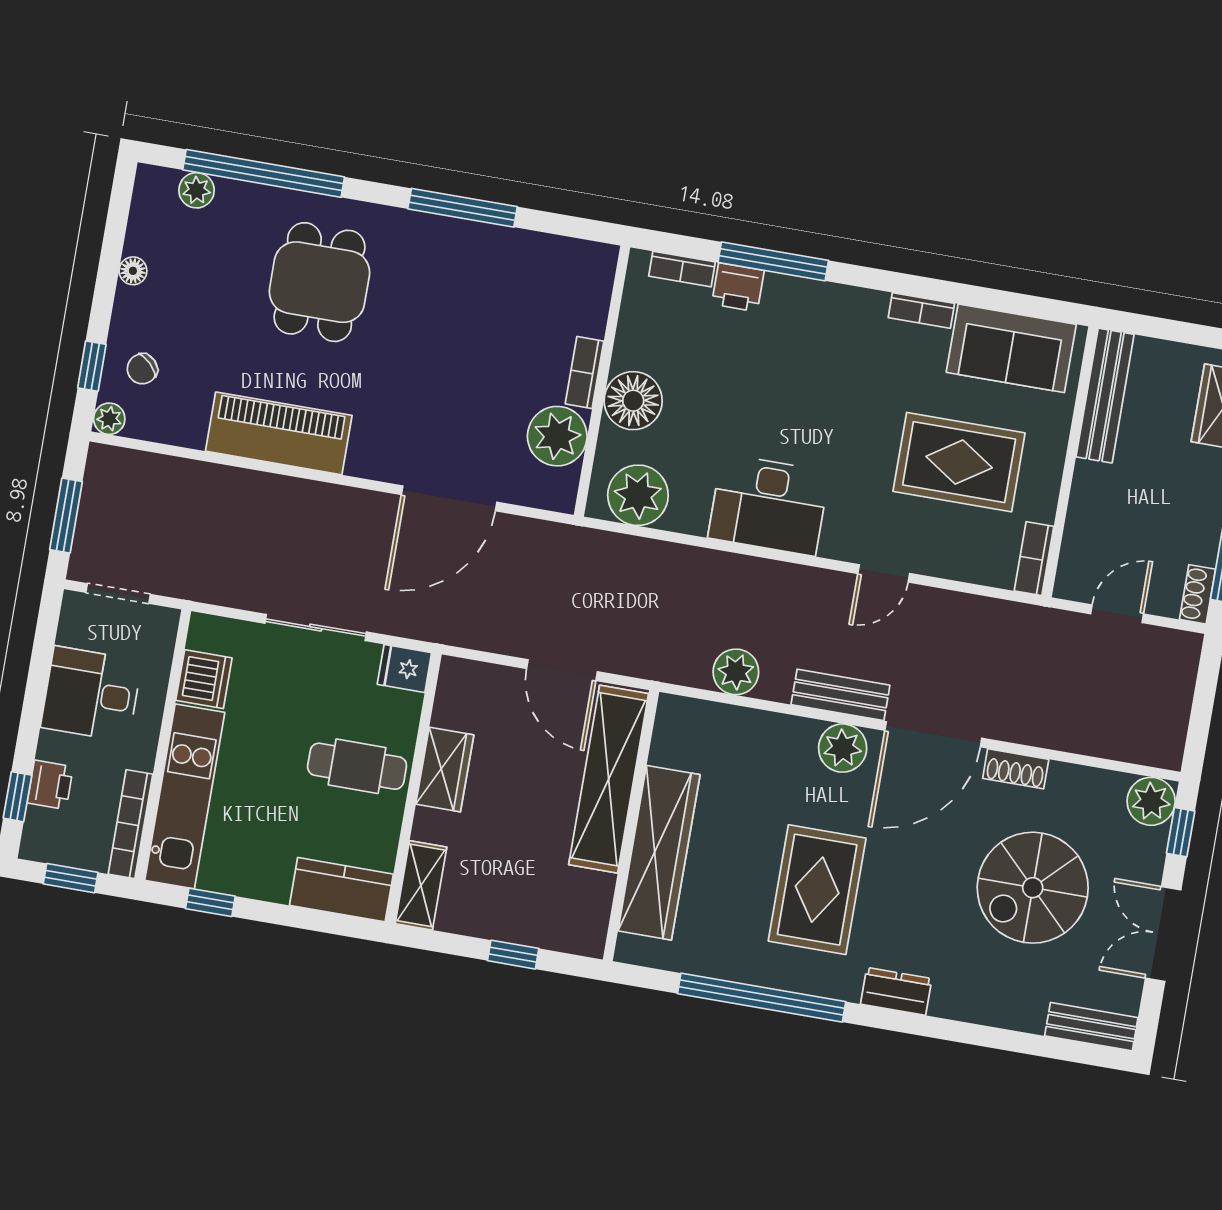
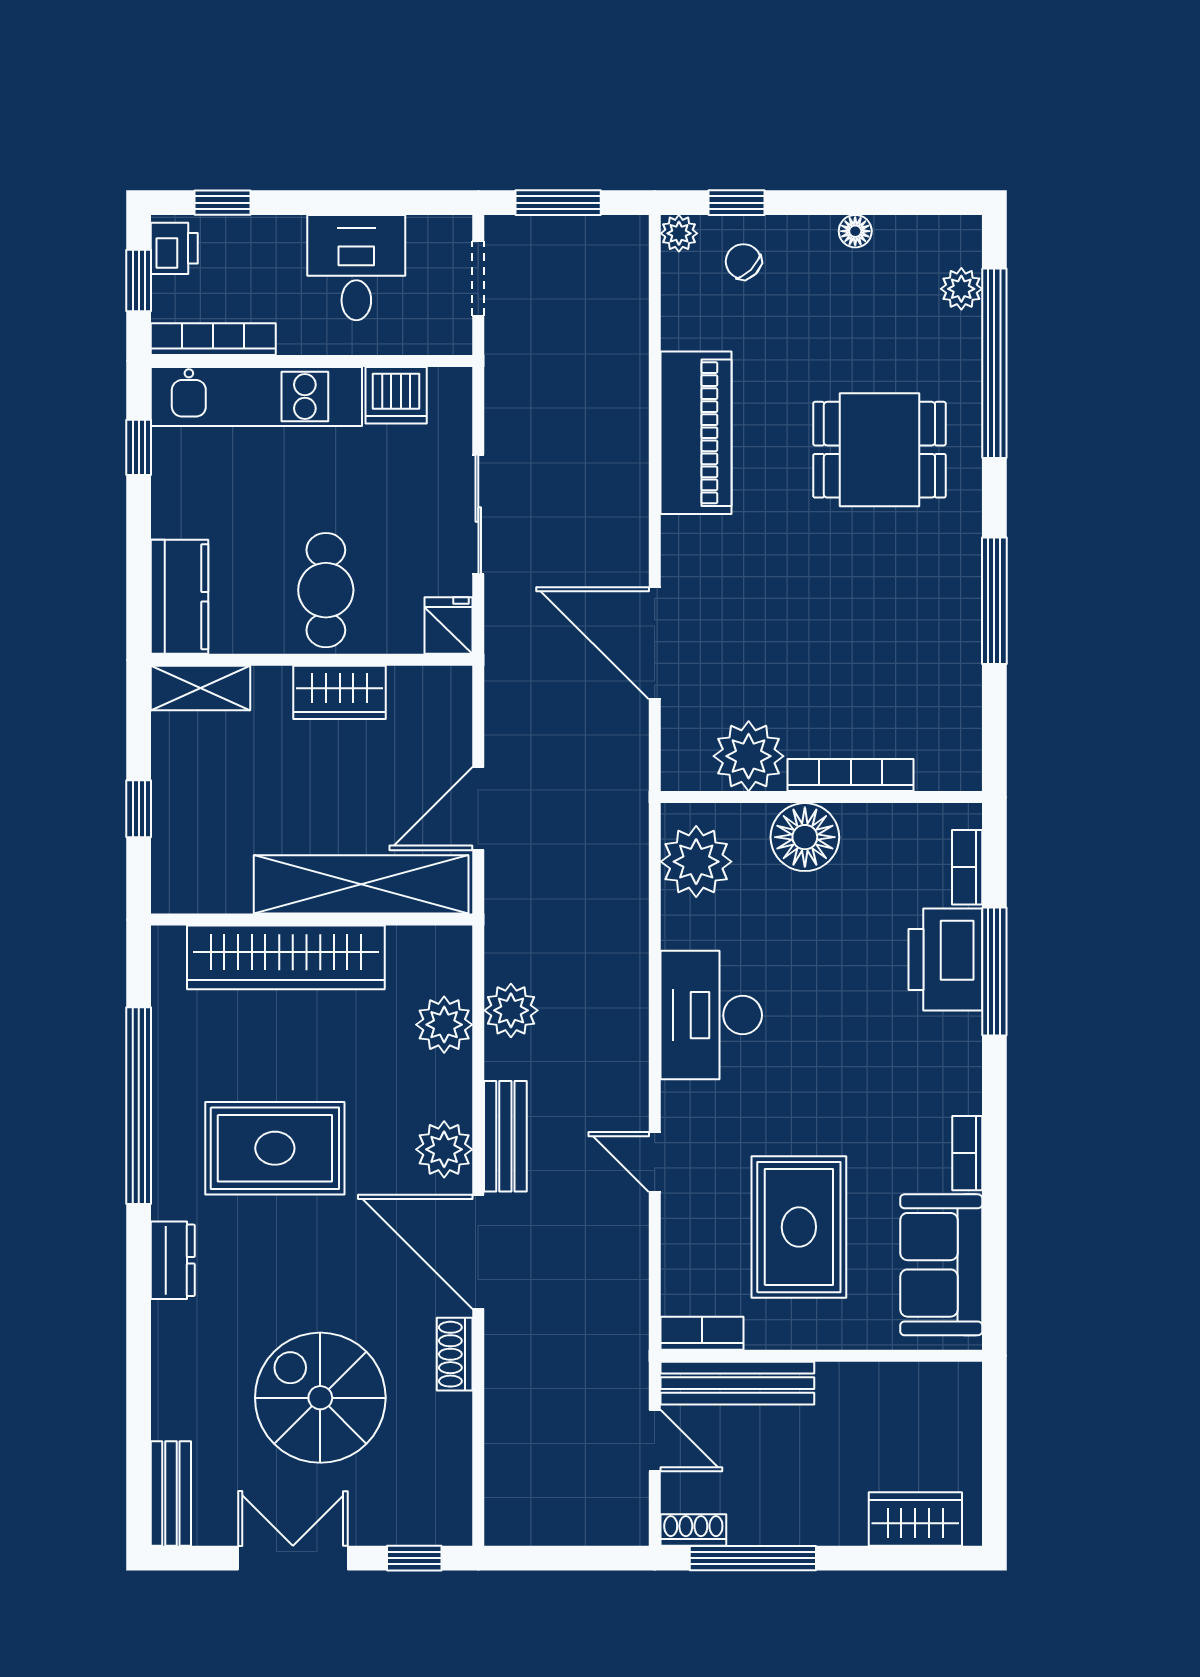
printer: (738, 287) -> (945, 960), width x1.87, depth x1.48
bookcase: (585, 372) -> (851, 775), width x1.56
bench: (1105, 396) -> (737, 1383), moved
printer: (50, 785) -> (174, 248), moved, turned -90
plant: (1151, 801) -> (444, 1025), moved

